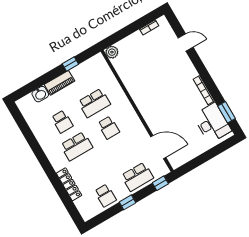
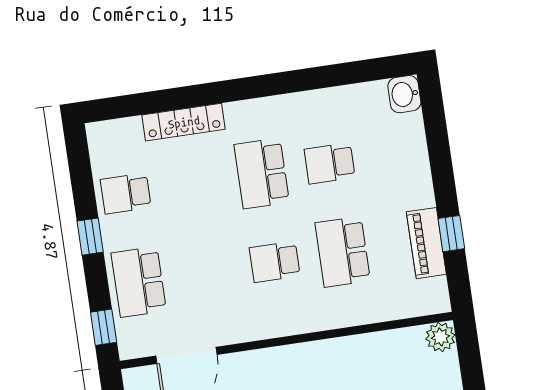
piano: (60, 83) -> (426, 243), moved
washbasin: (40, 94) -> (404, 94), moved

